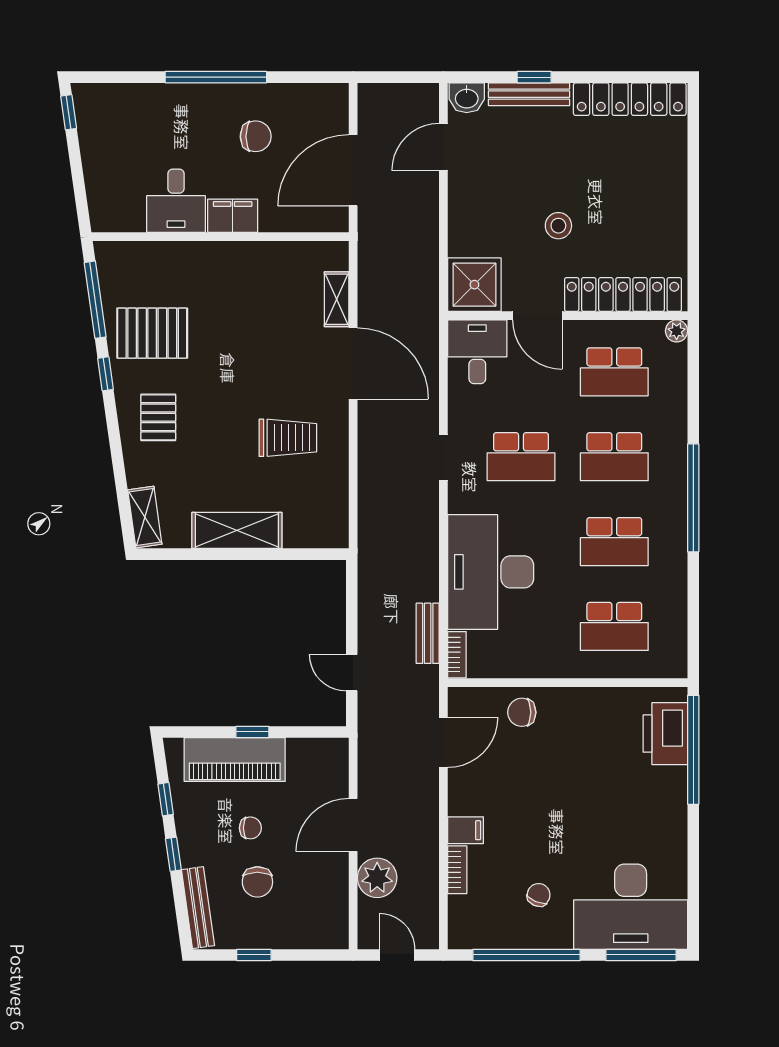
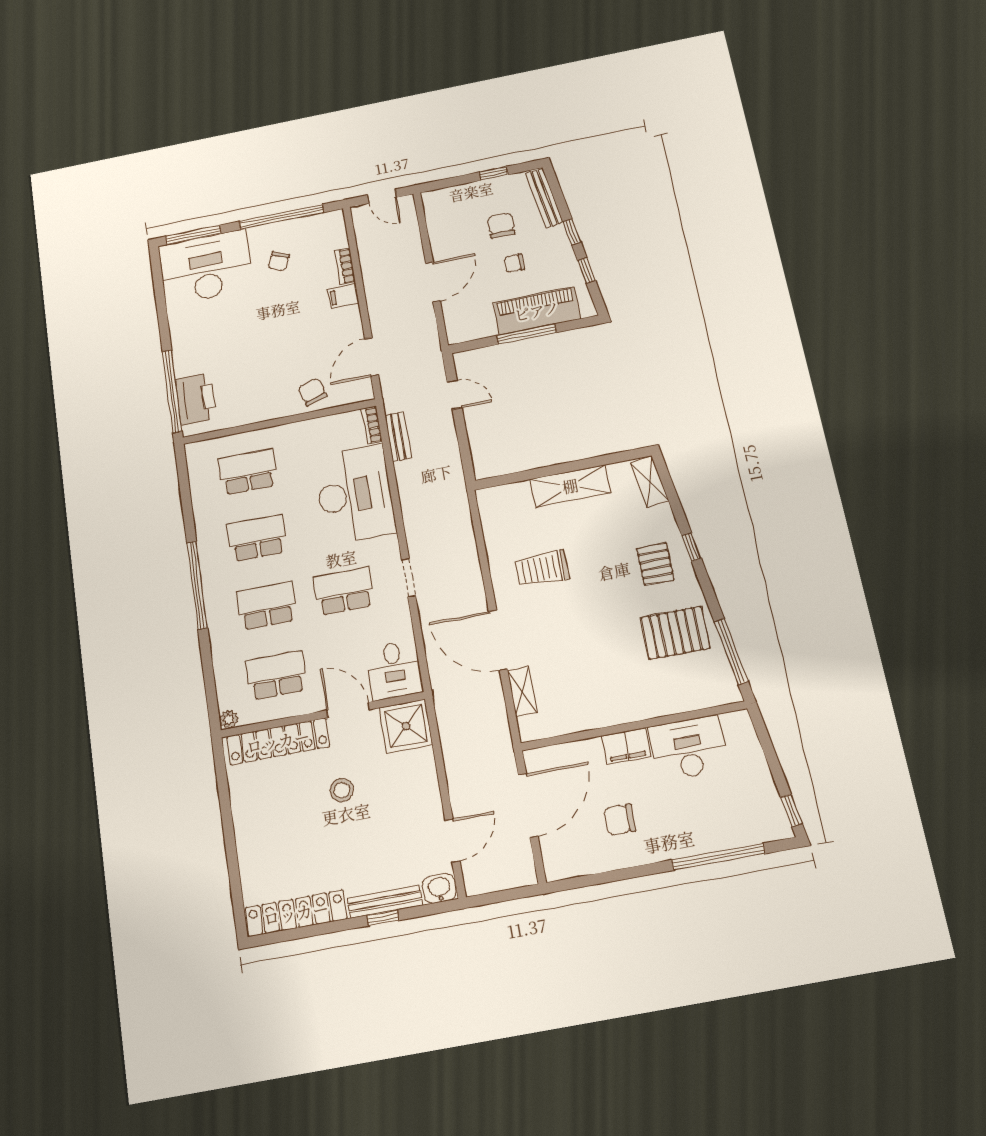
window: (216, 77) -> (718, 857), moved
desk: (176, 201) -> (688, 748), width x1.37
window: (106, 374) -> (692, 547), moved
chair: (522, 712) -> (312, 392), turned -108
window: (252, 732) -> (527, 334), width x2.17
plant: (377, 878) -> (407, 248), removed

